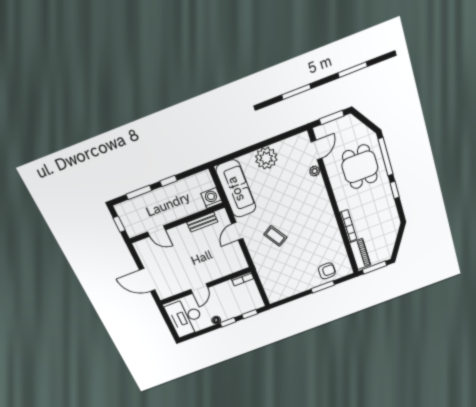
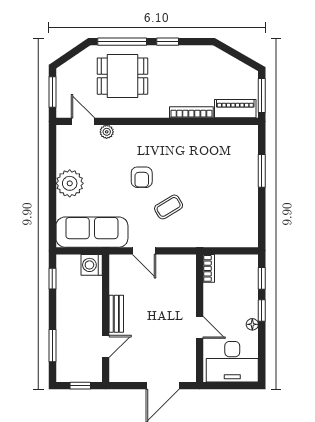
window: (168, 181) -> (52, 279), moved
bench: (202, 222) -> (116, 314), moved
armchair: (327, 271) -> (142, 177), moved, turned 180

